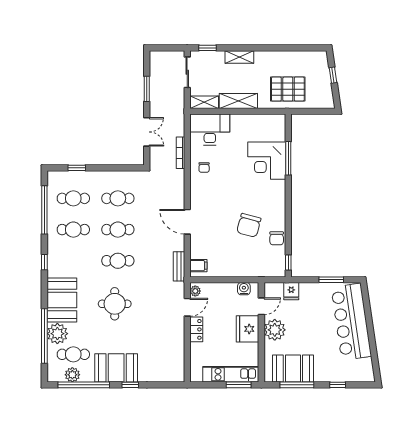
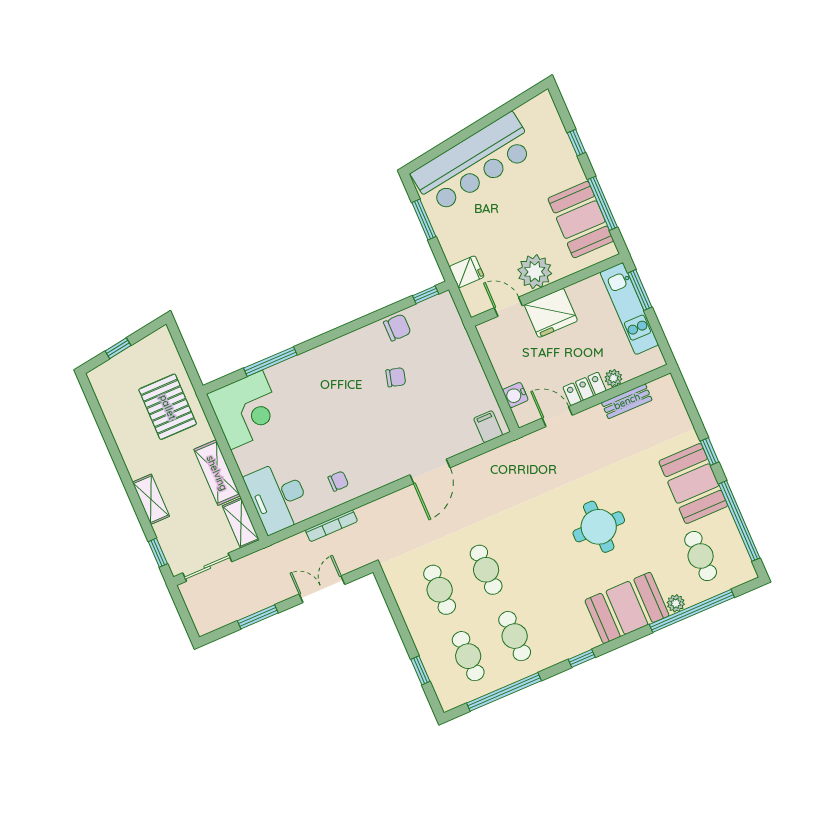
corner desk: (267, 161) -> (246, 410), moved
chair: (249, 225) -> (396, 377), width x0.54, depth x0.54
cafe table: (118, 261) -> (533, 550), removed
bench: (179, 266) -> (627, 401), moved
water cooler: (244, 289) -> (515, 395), moved
plant: (195, 291) -> (613, 378), moved
plant: (57, 334) -> (676, 603), width x0.53, depth x0.53
plant: (72, 375) -> (732, 544), removed

